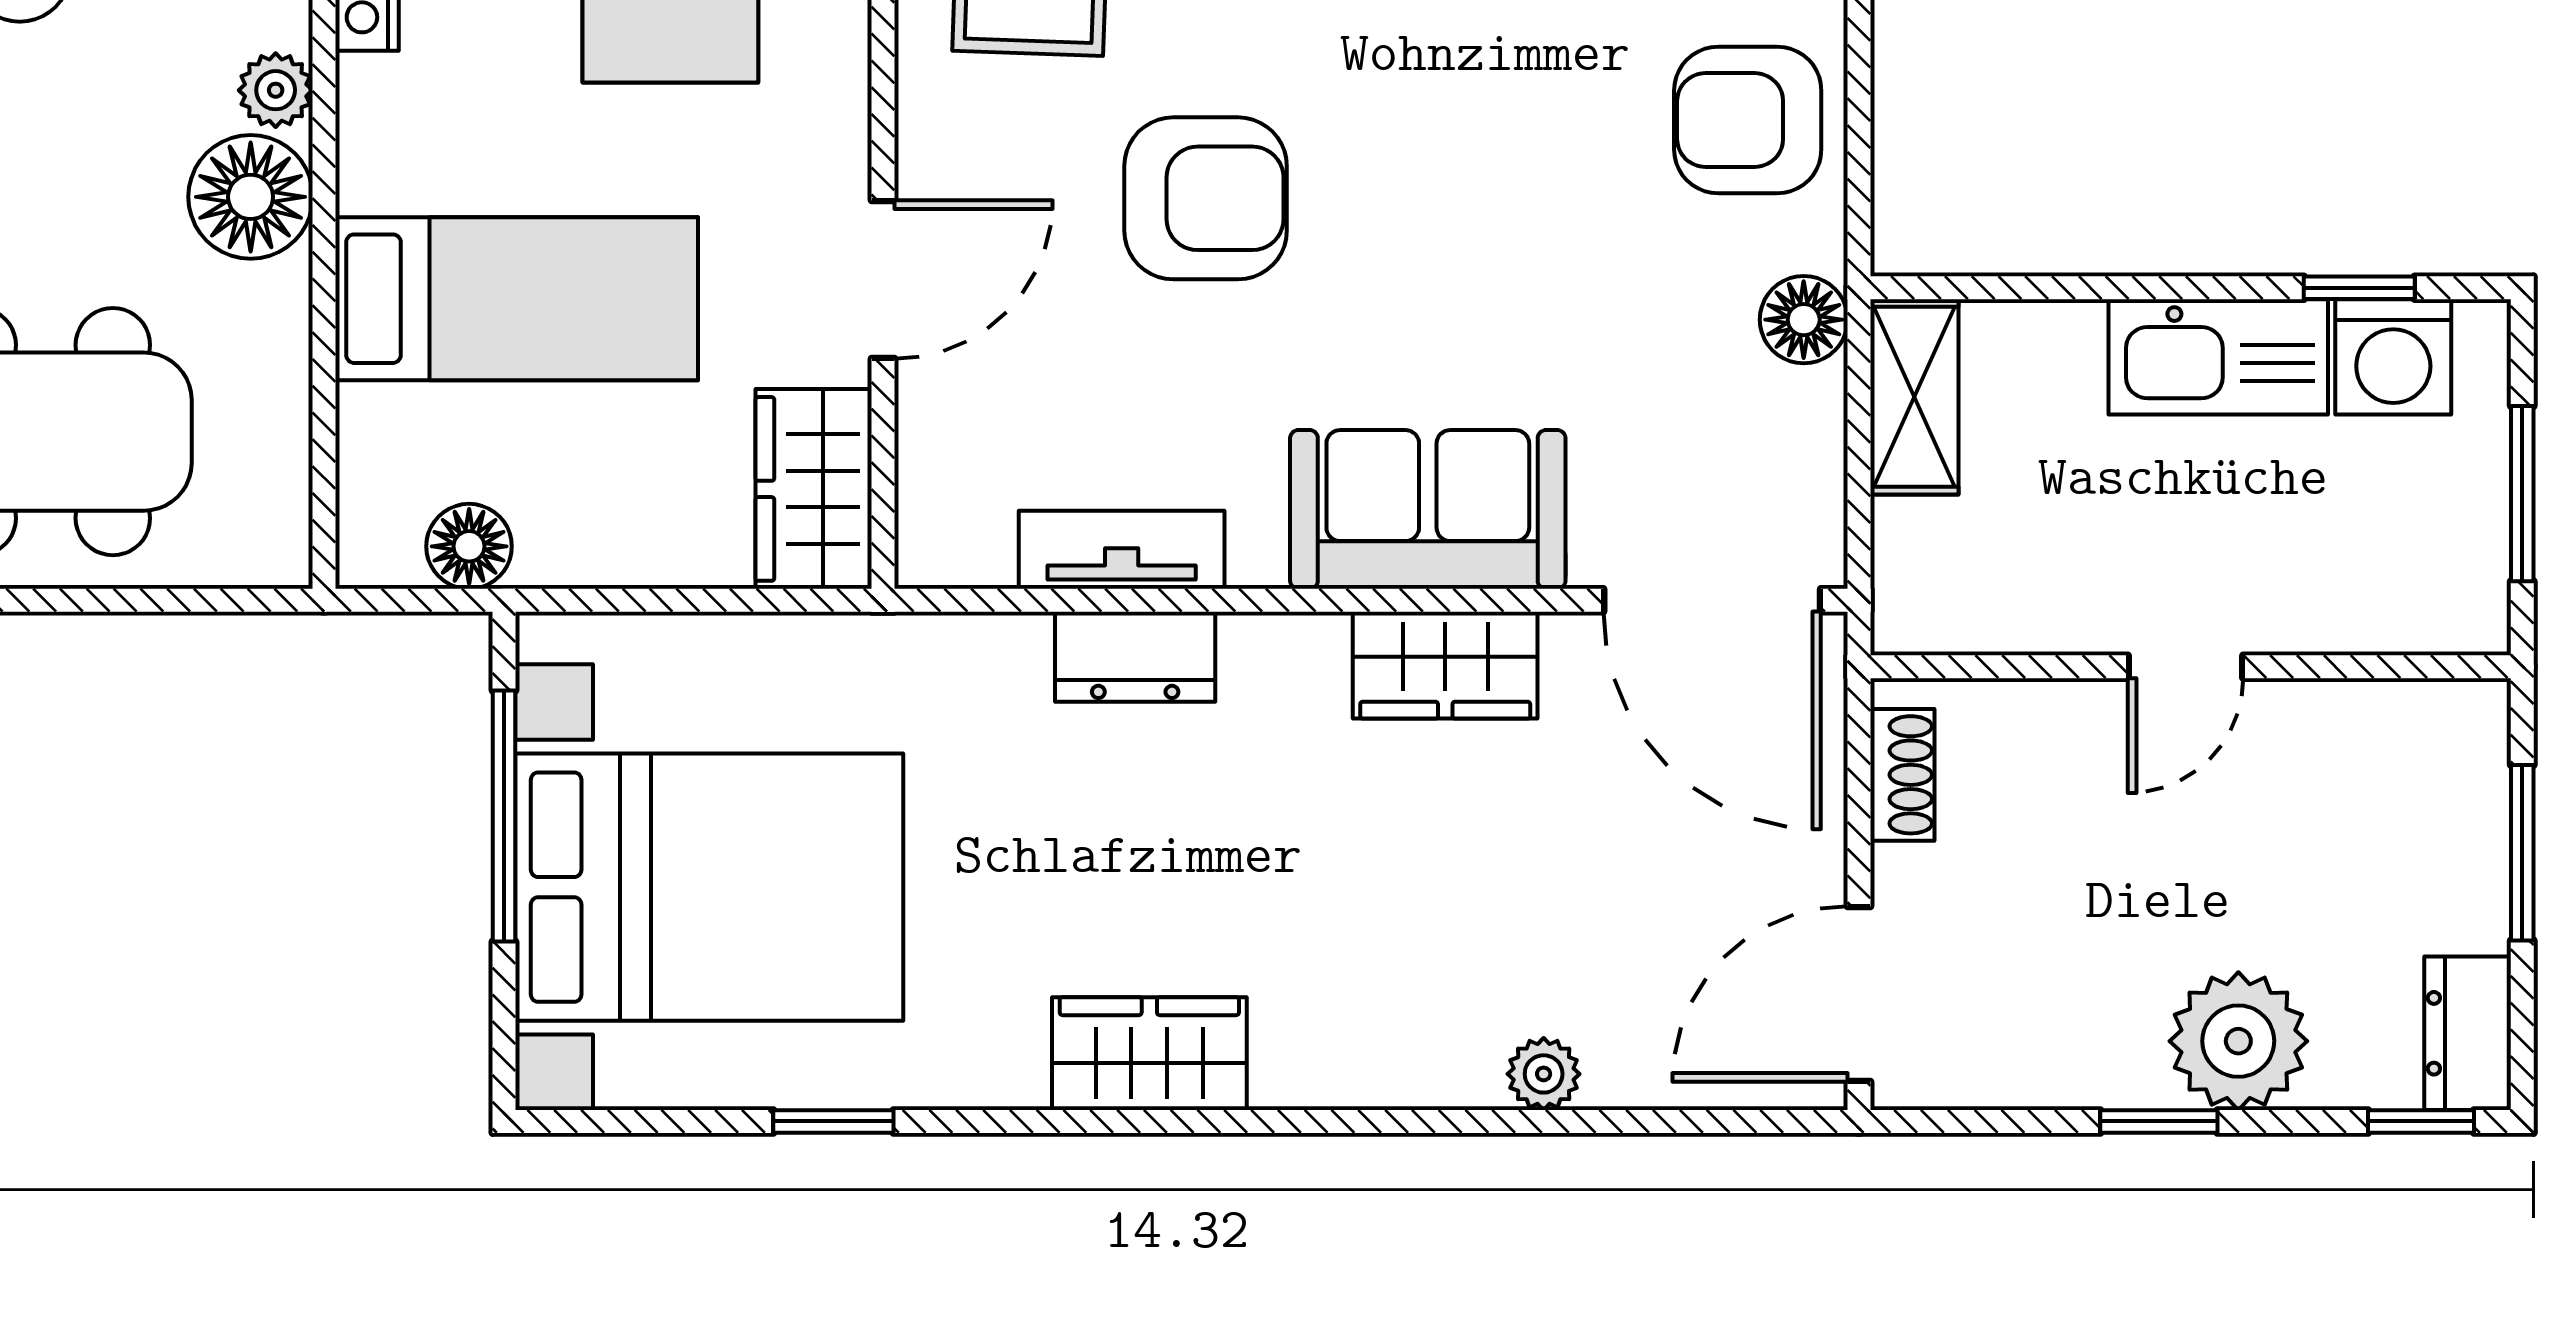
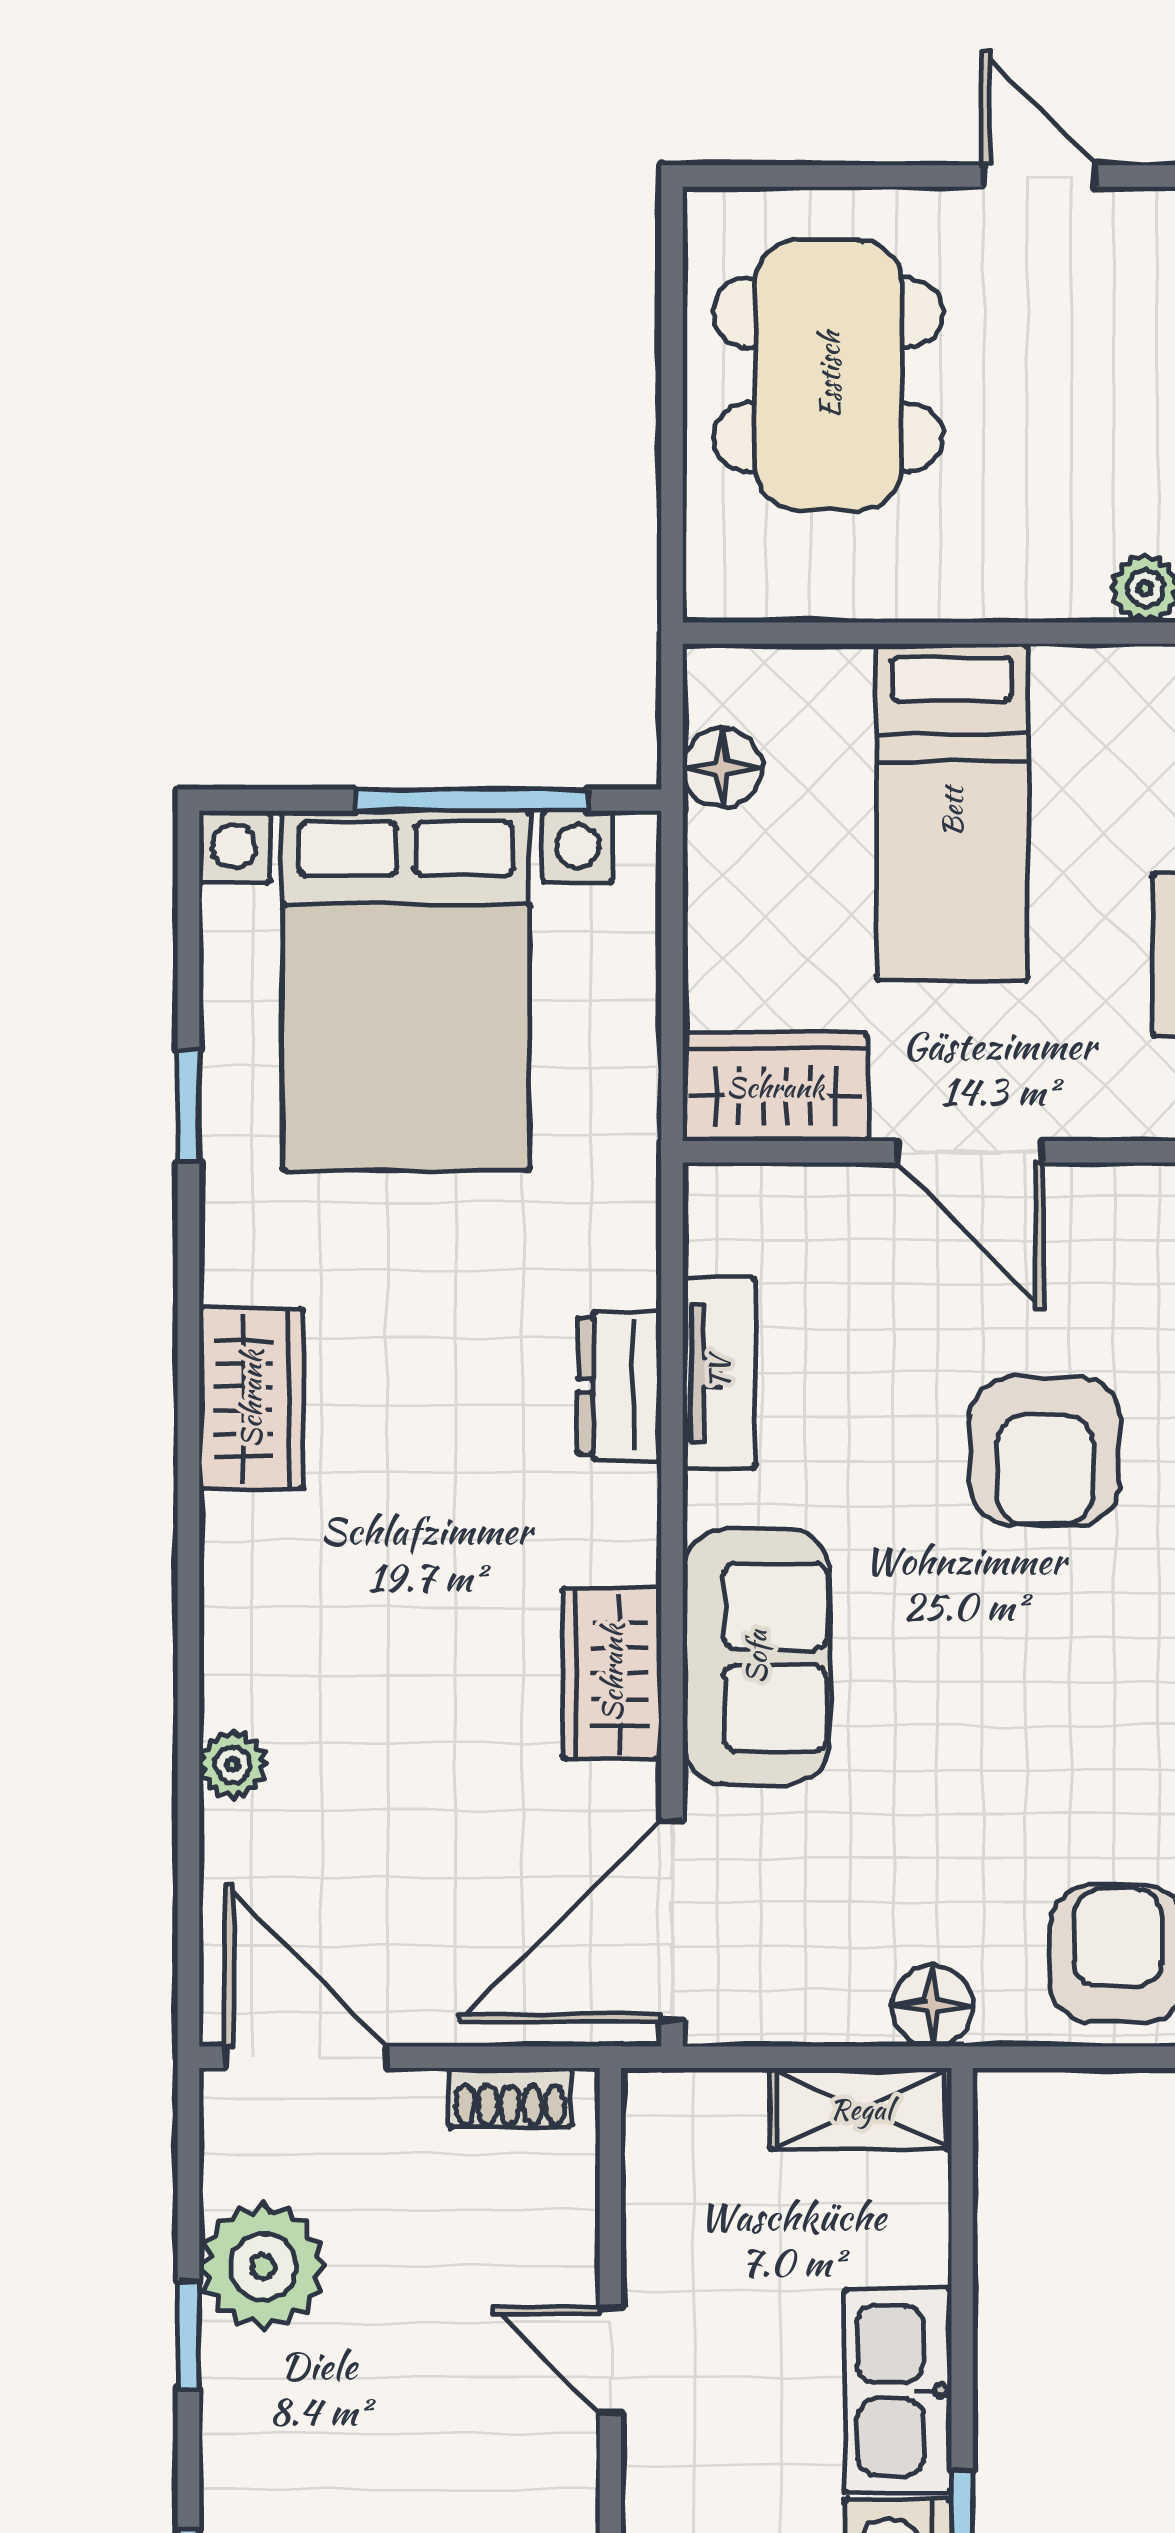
floor lamp: (251, 197) -> (1046, 565), removed
plant: (2238, 1041) -> (263, 2267), moved

